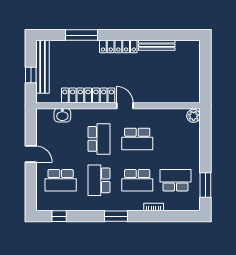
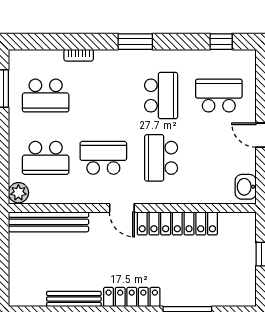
bench: (43, 67) -> (49, 222), moved, turned 90
washbasin: (62, 115) -> (246, 187), moved, turned -90
school desk: (137, 180) -> (46, 158), moved, turned 180

